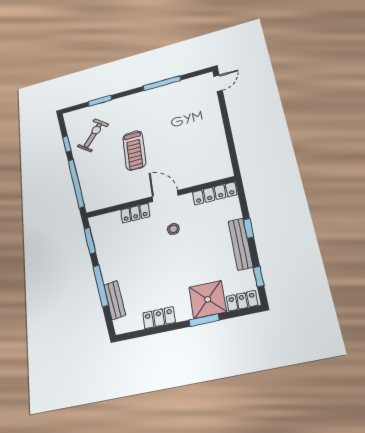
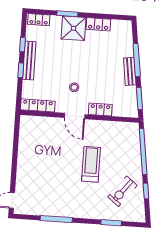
window: (259, 277) -> (22, 45), moved
shower: (208, 299) -> (74, 28), moved
bench: (115, 300) -> (130, 71), moved

